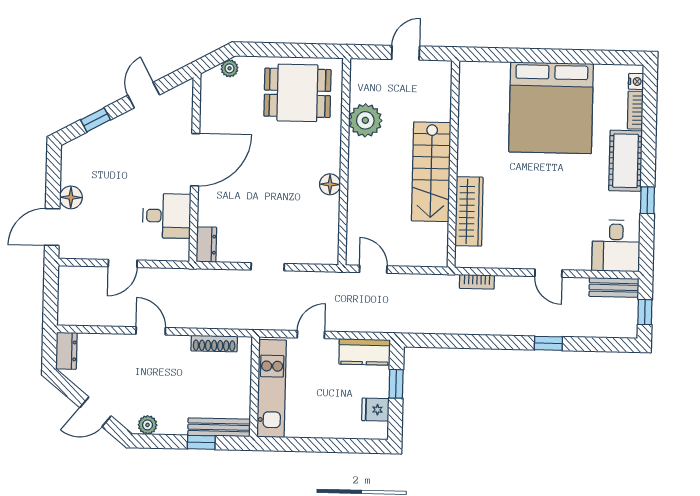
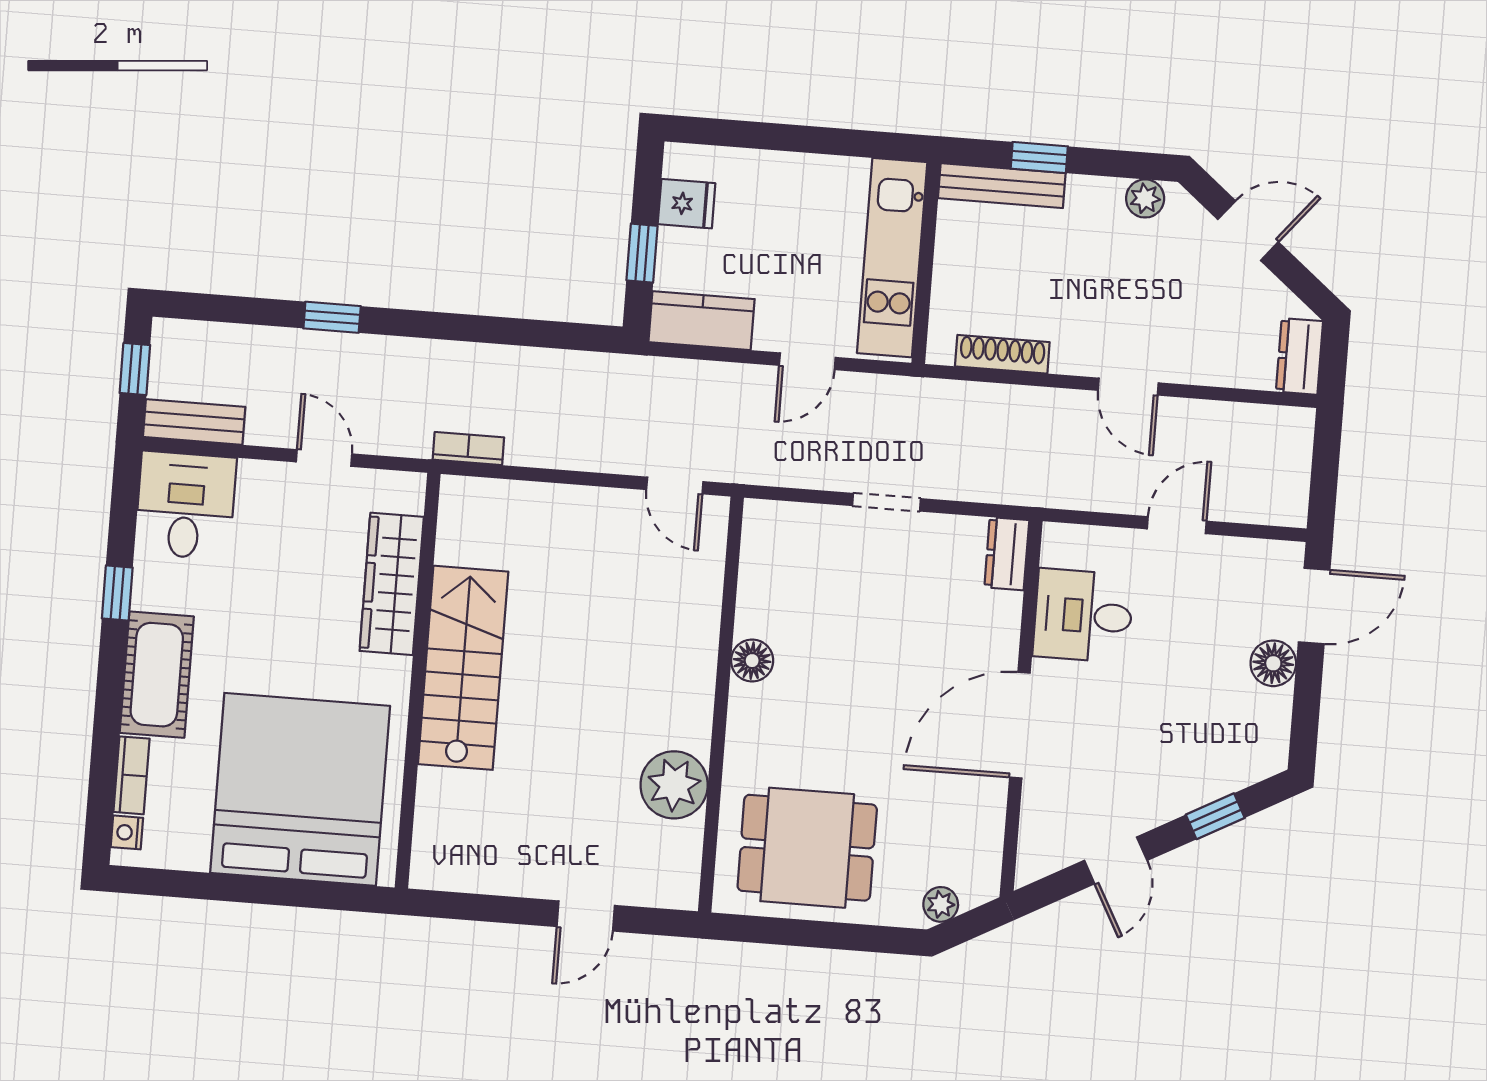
wall: (453, 164) -> (418, 681), moved
stairs: (431, 172) -> (463, 668), moved
wardrobe: (469, 211) -> (392, 584), moved

